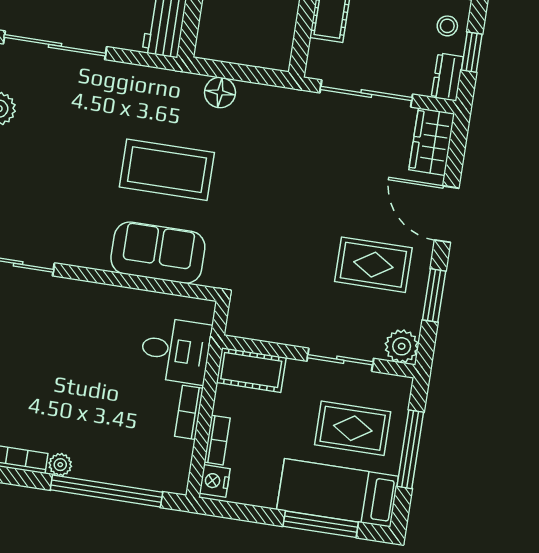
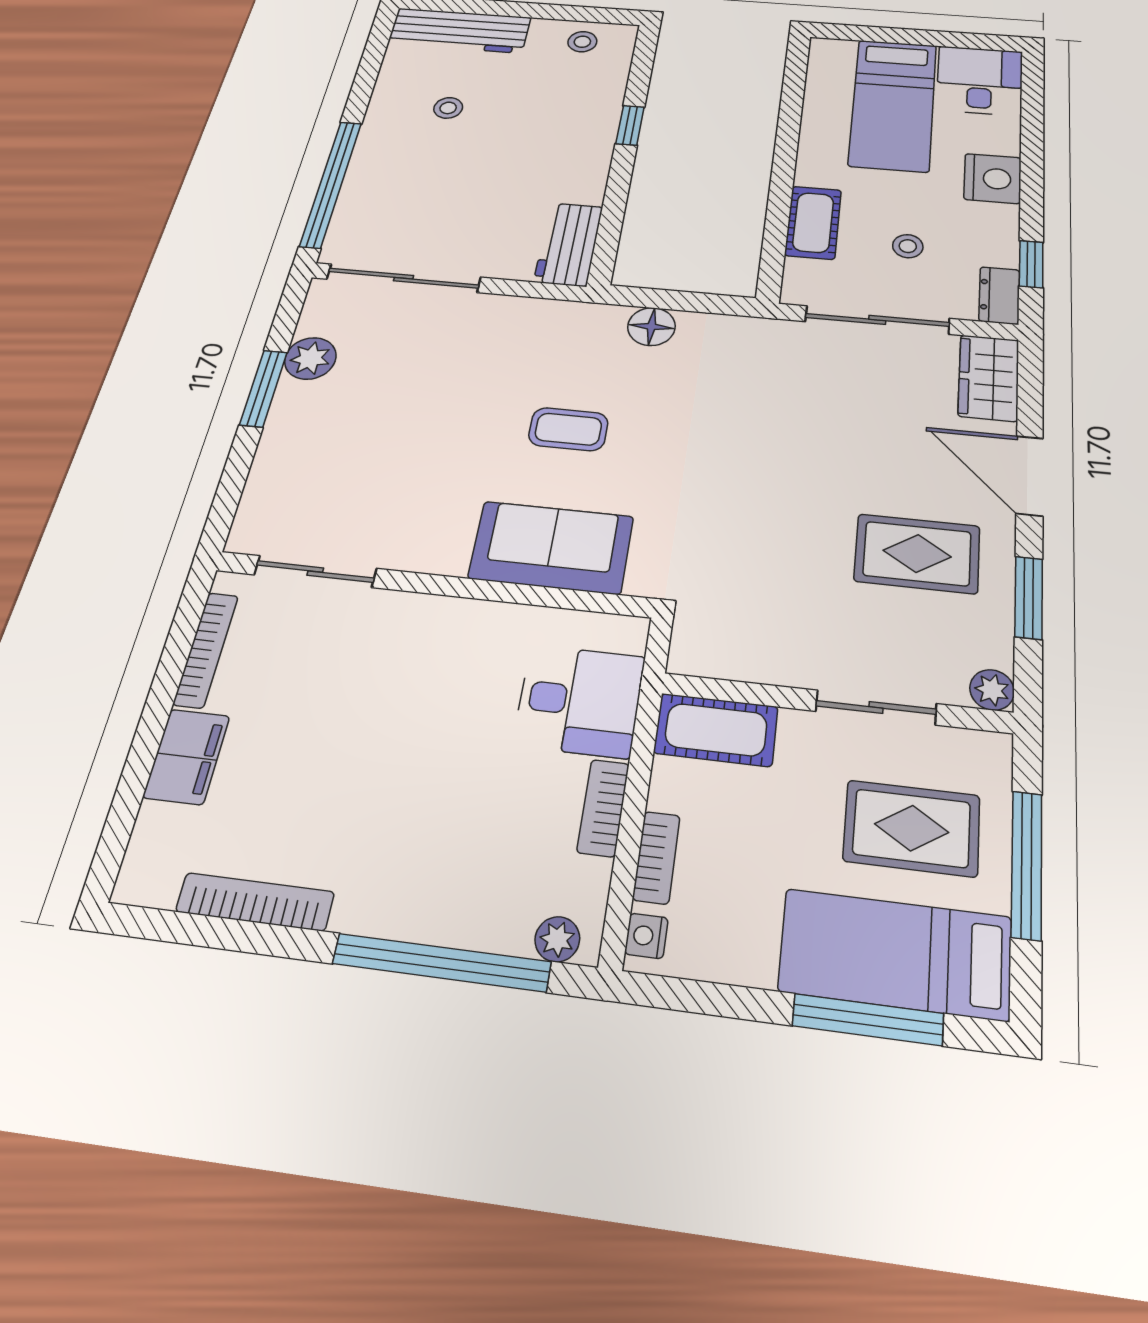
stool: (447, 26) -> (908, 246), moved
coffee table: (167, 170) -> (568, 429), width x0.54, depth x0.58
plant: (402, 346) -> (992, 690), width x0.73, depth x0.73
plant: (60, 465) -> (557, 939), moved
nightstand: (215, 481) -> (646, 936), width x0.72, depth x0.74

